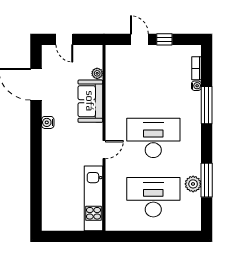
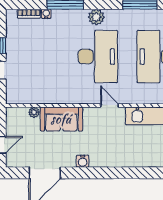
desk: (153, 138) -> (98, 57), turned 180
plant: (193, 184) -> (96, 17), moved

